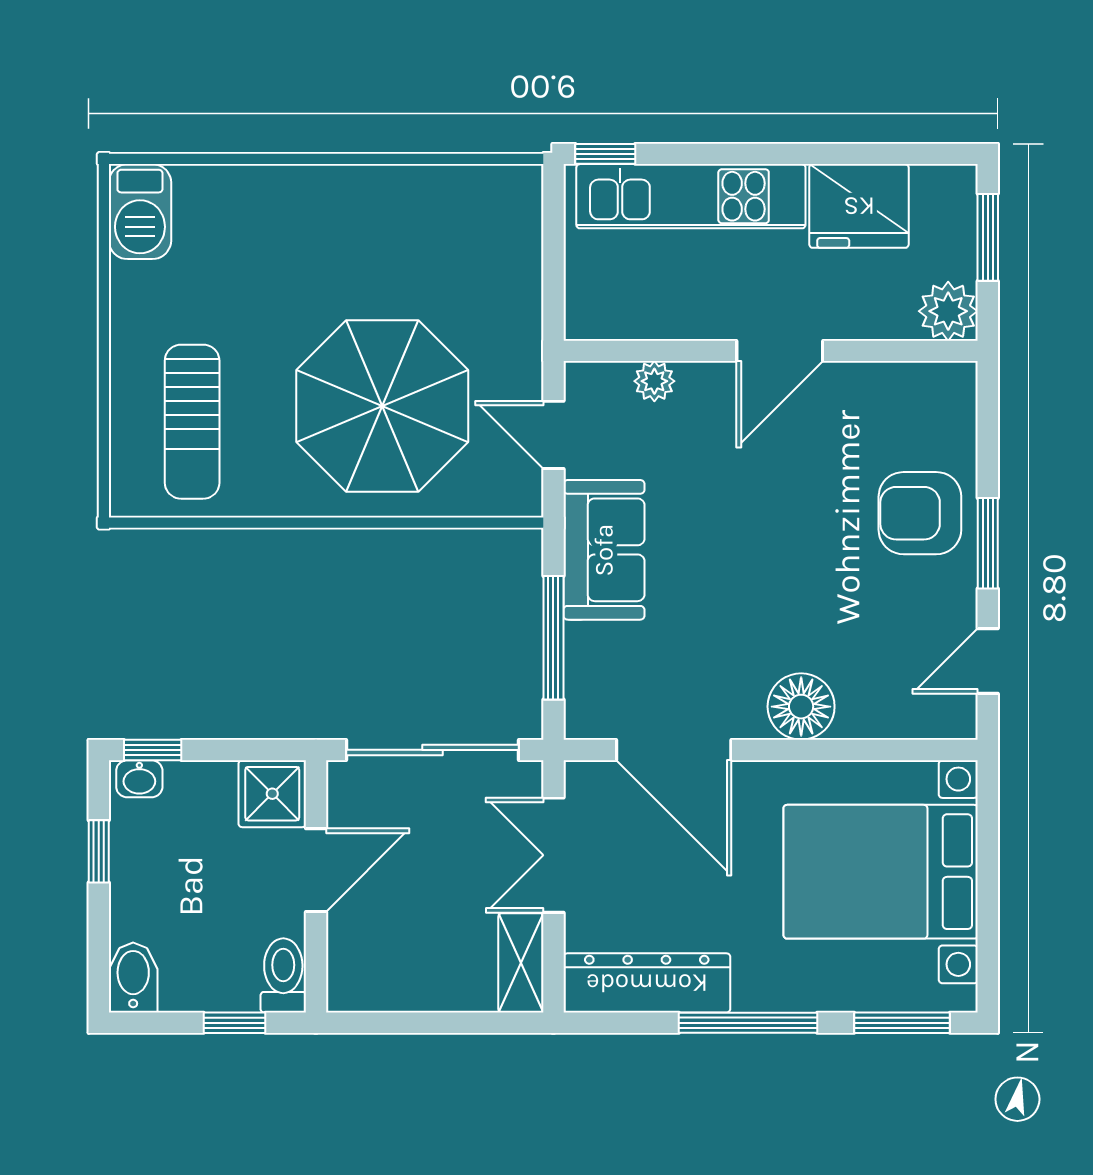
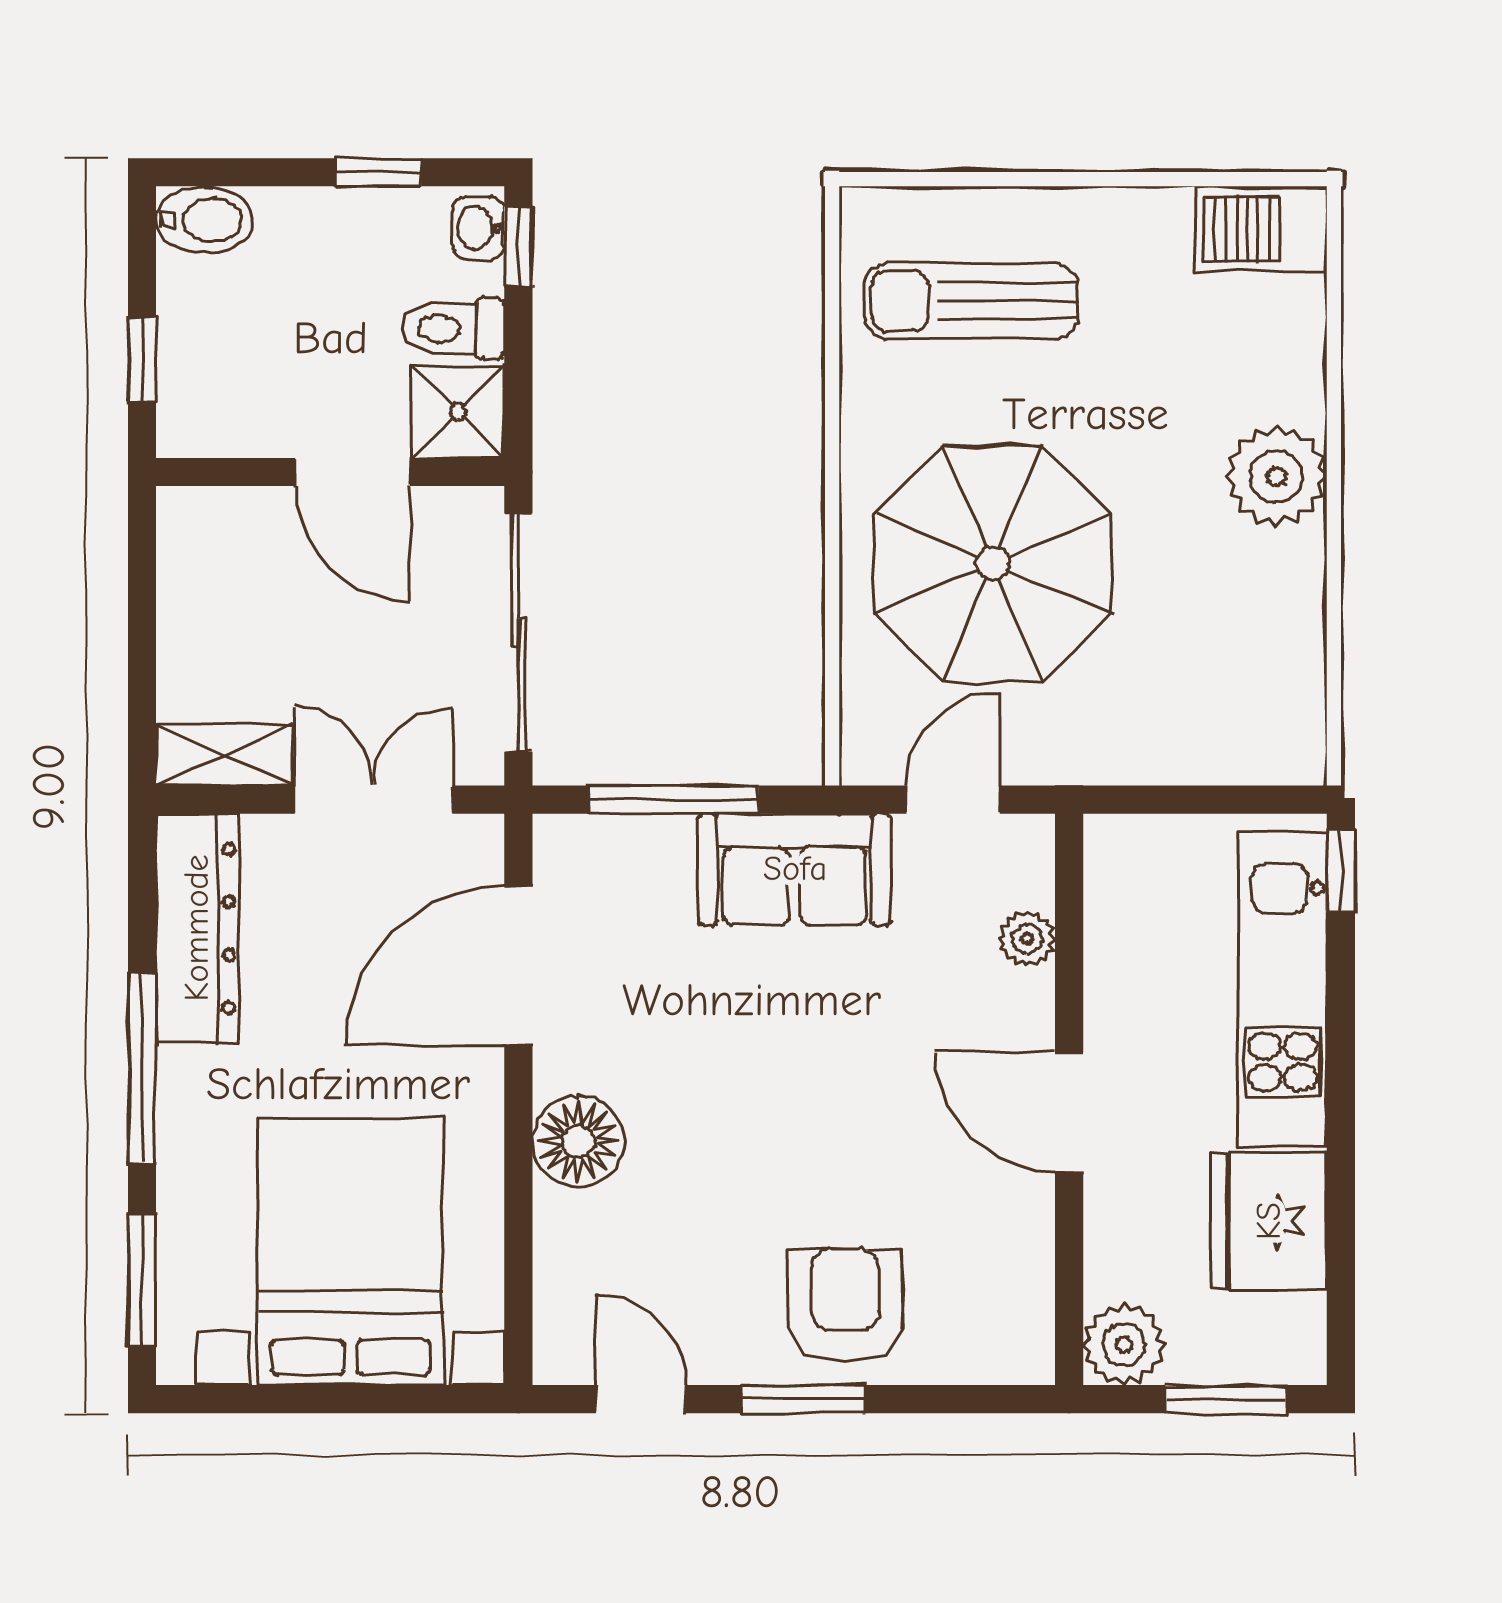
plant: (319, 201) -> (1276, 476), added
toilet: (283, 975) -> (453, 328), moved, turned 180

